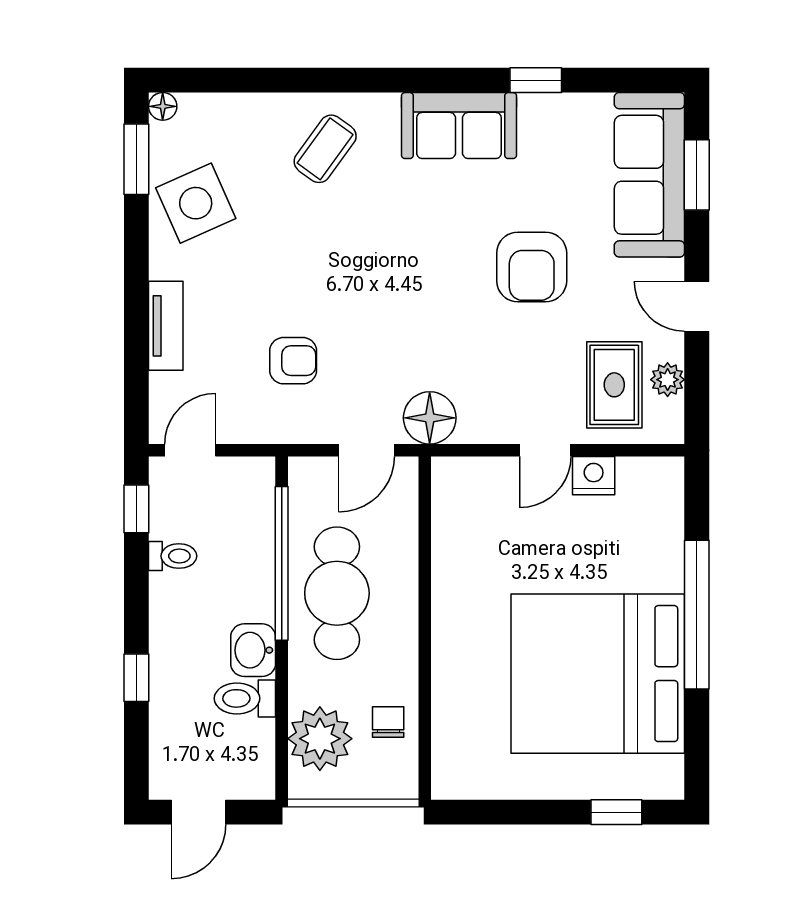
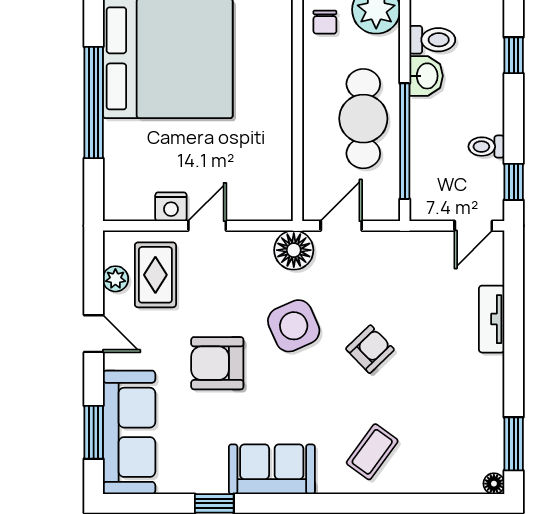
side table: (196, 203) -> (294, 326), moved
armchair: (532, 267) -> (217, 363), turned -90
armchair: (293, 361) -> (370, 349), moved, turned 136

